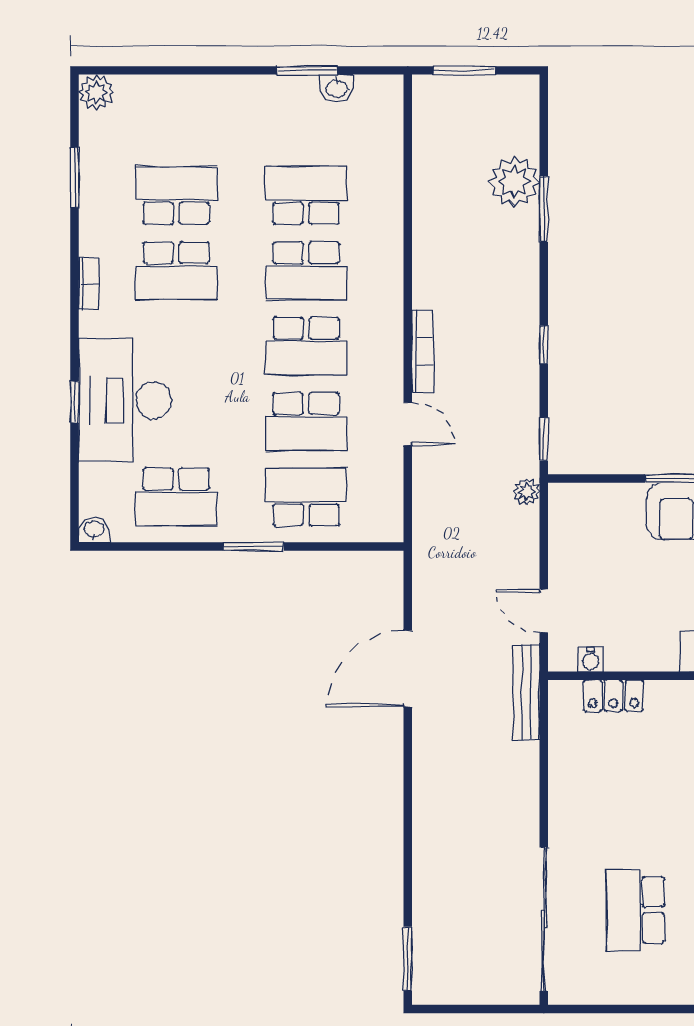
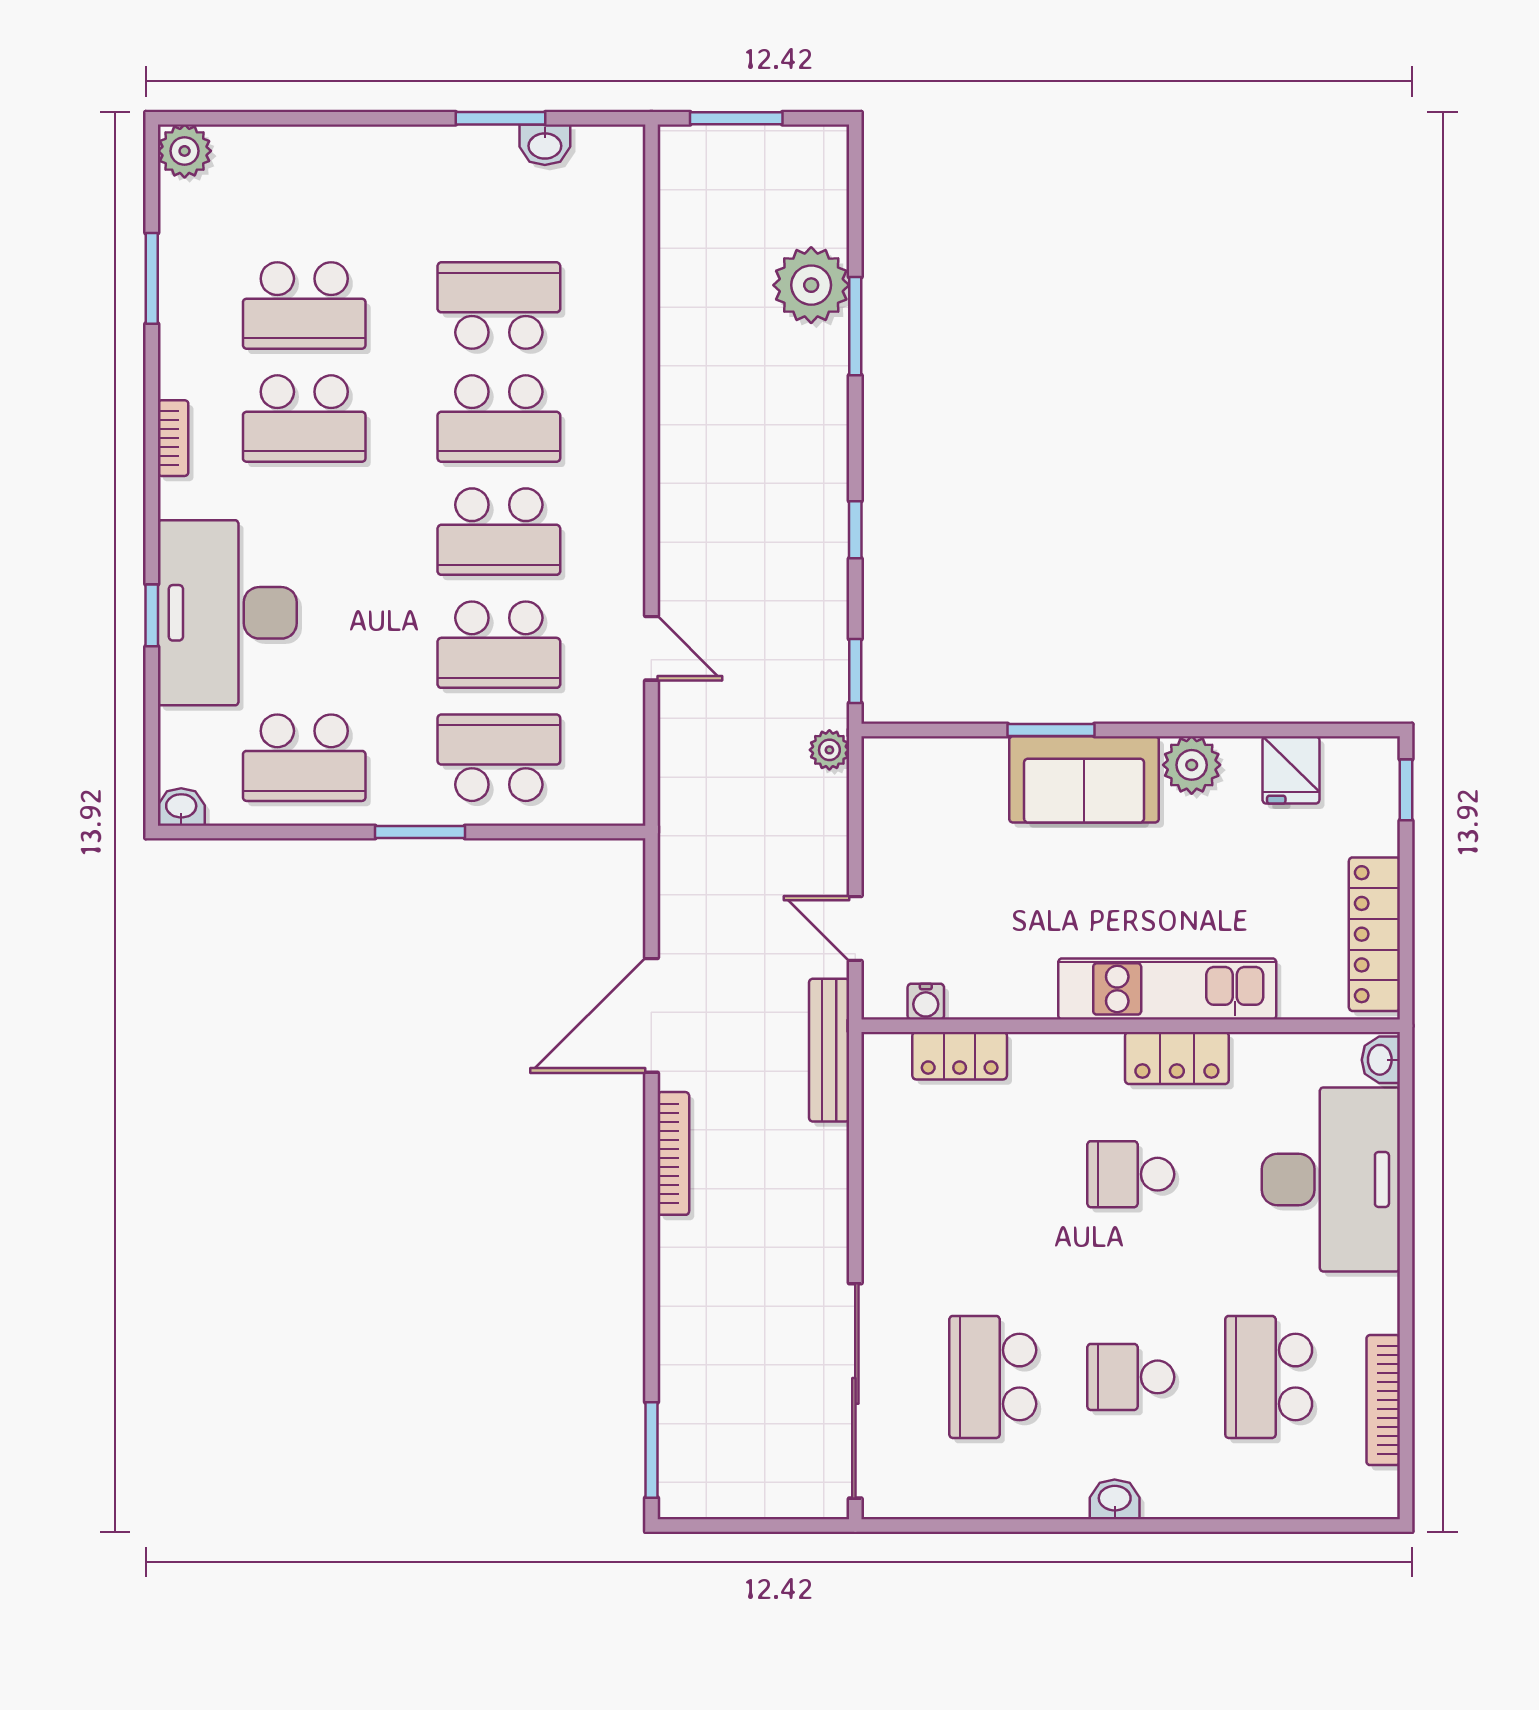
school desk: (176, 195) -> (304, 306), turned 180
bookcase: (422, 351) -> (673, 1153), moved

